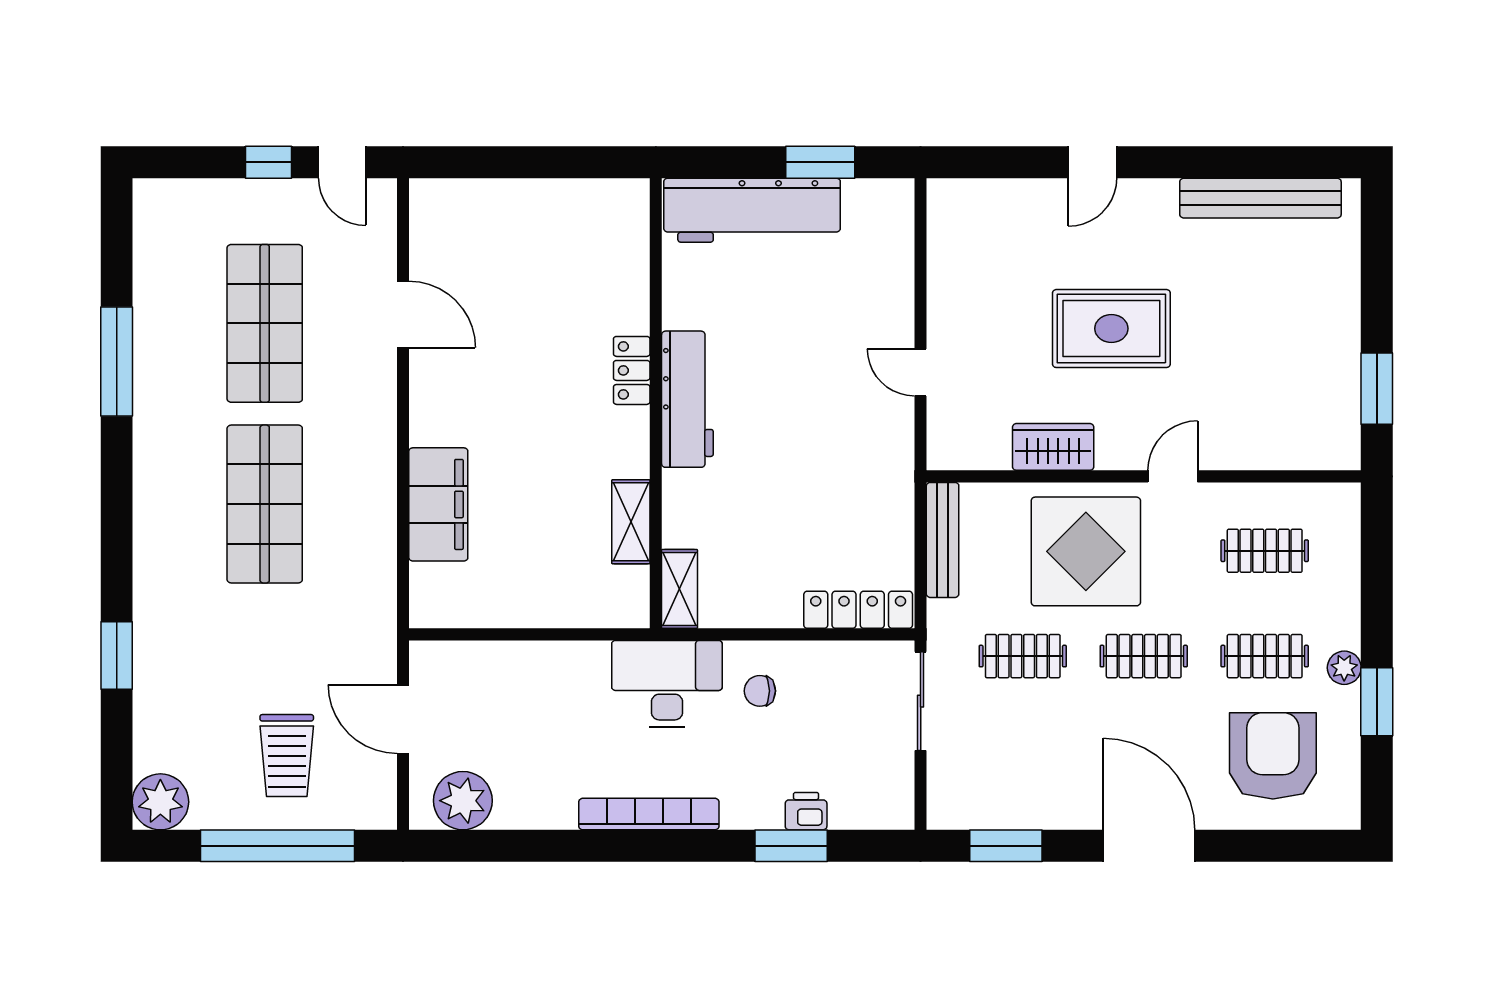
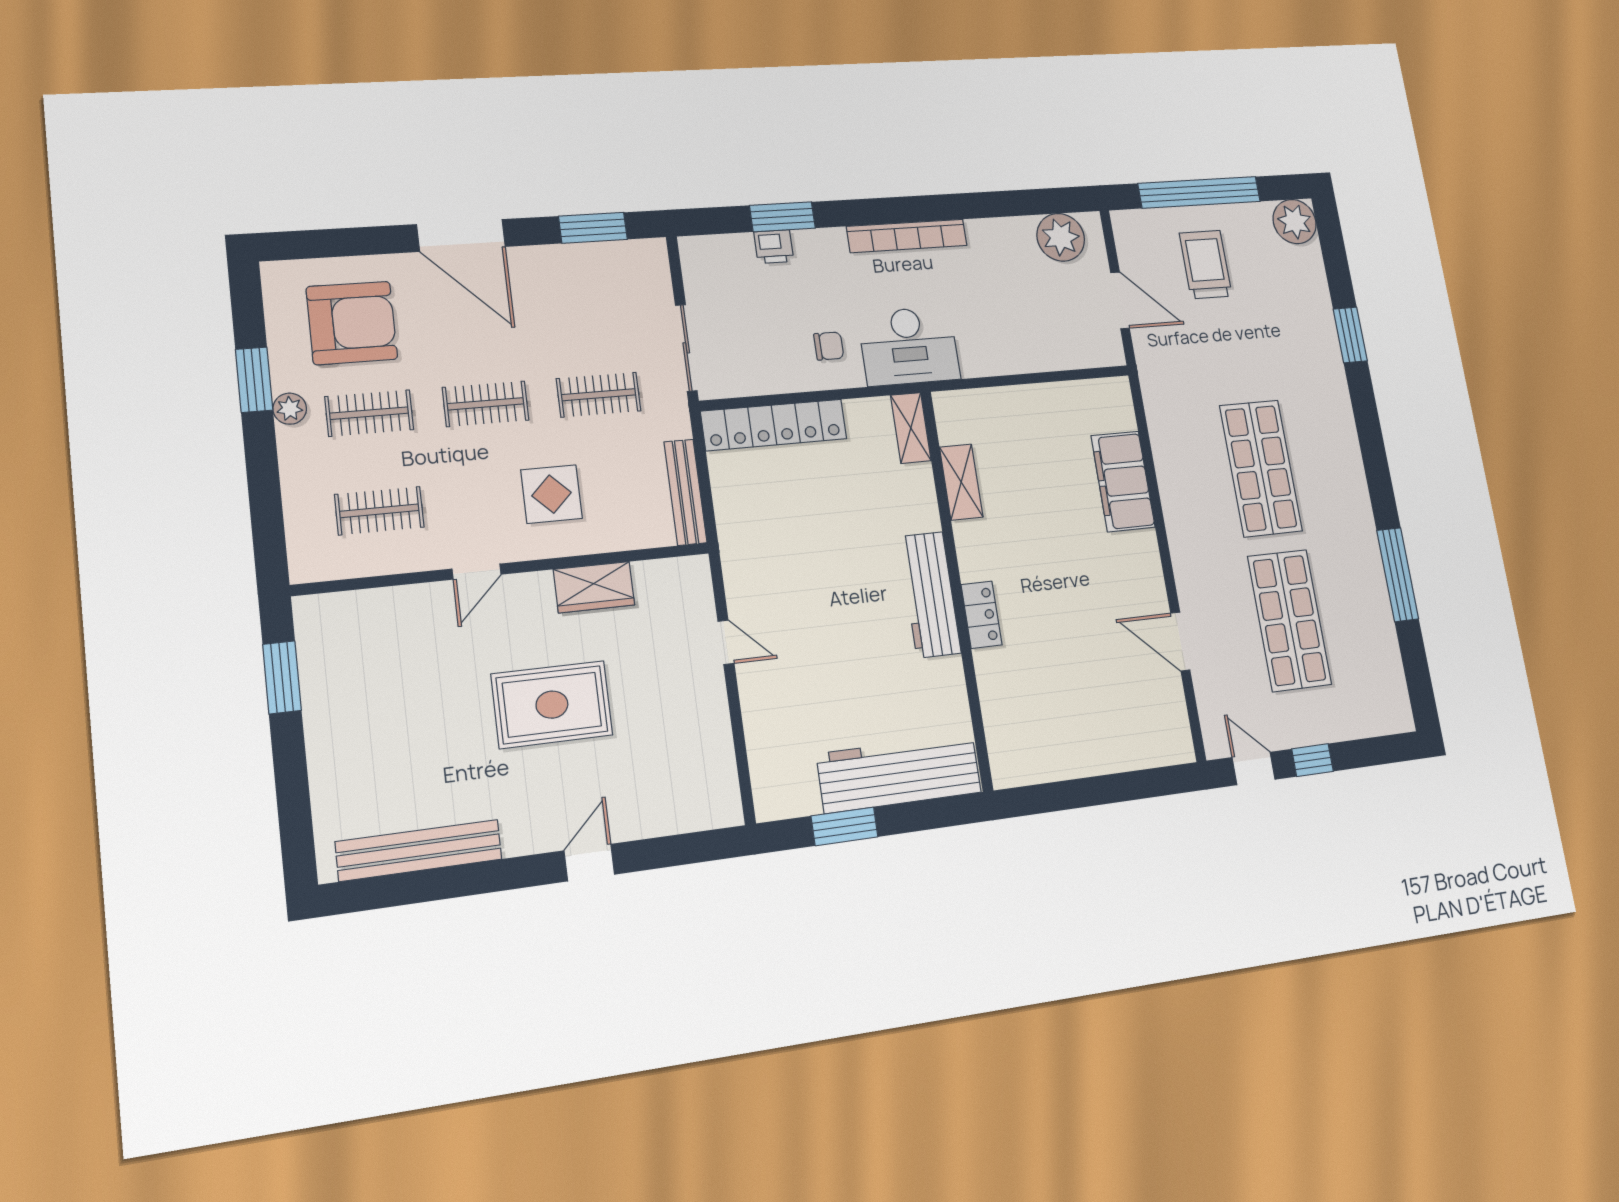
display table: (1086, 551) -> (551, 494), width x0.54, depth x0.54
locker: (858, 610) -> (774, 425), width x1.41, depth x1.21
armchair: (1273, 756) -> (352, 323), turned -90

